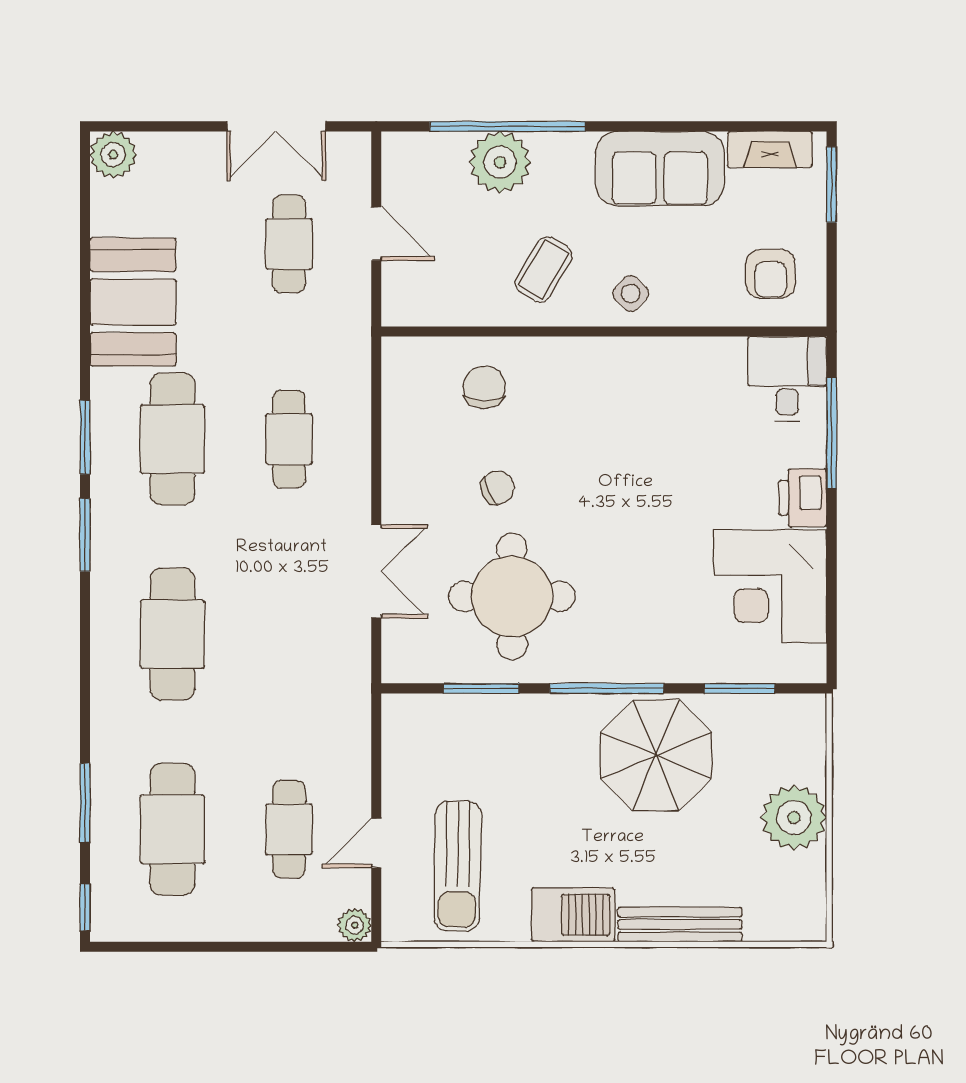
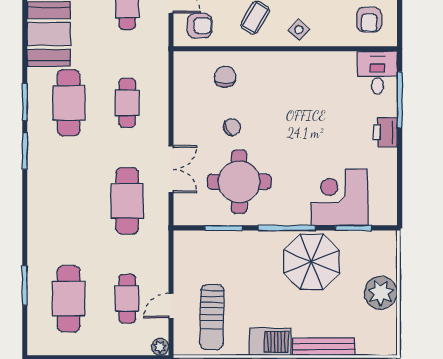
armchair: (433, 286) -> (200, 26), added
corner desk: (770, 586) -> (340, 197), moved, turned 90
cafe table: (172, 634) -> (127, 201), moved
window: (85, 908) -> (25, 338), removed

